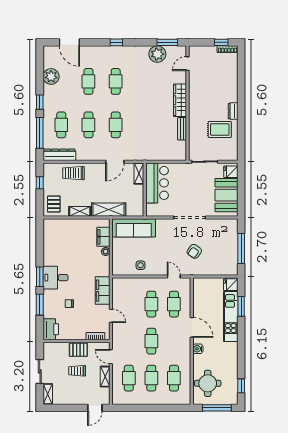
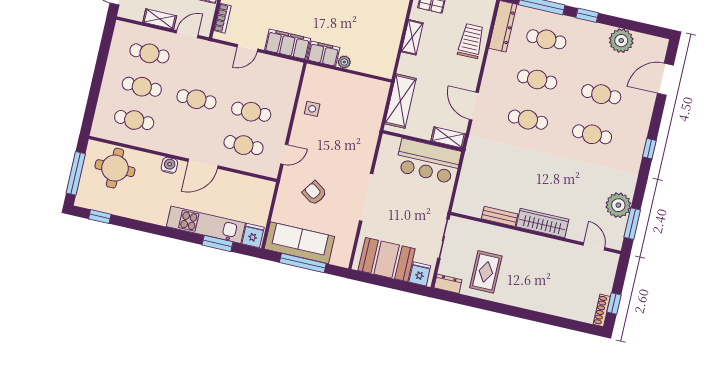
dresser: (233, 111) -> (448, 284), moved
shelving: (109, 210) -> (400, 101), moved
sofa: (134, 228) -> (299, 243), moved, turned 90
filing cabinet: (103, 237) -> (323, 54), moved

